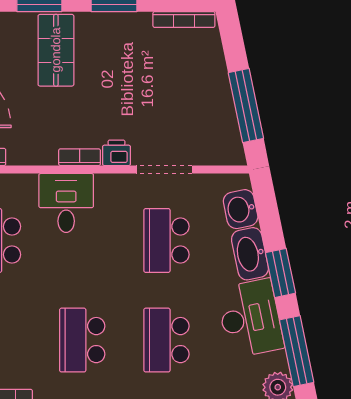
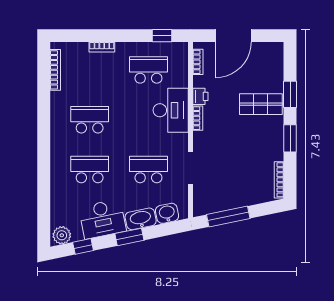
printer: (116, 153) -> (200, 96), moved
desk: (66, 203) -> (171, 110), width x1.37
window: (297, 351) -> (83, 246), width x0.46

